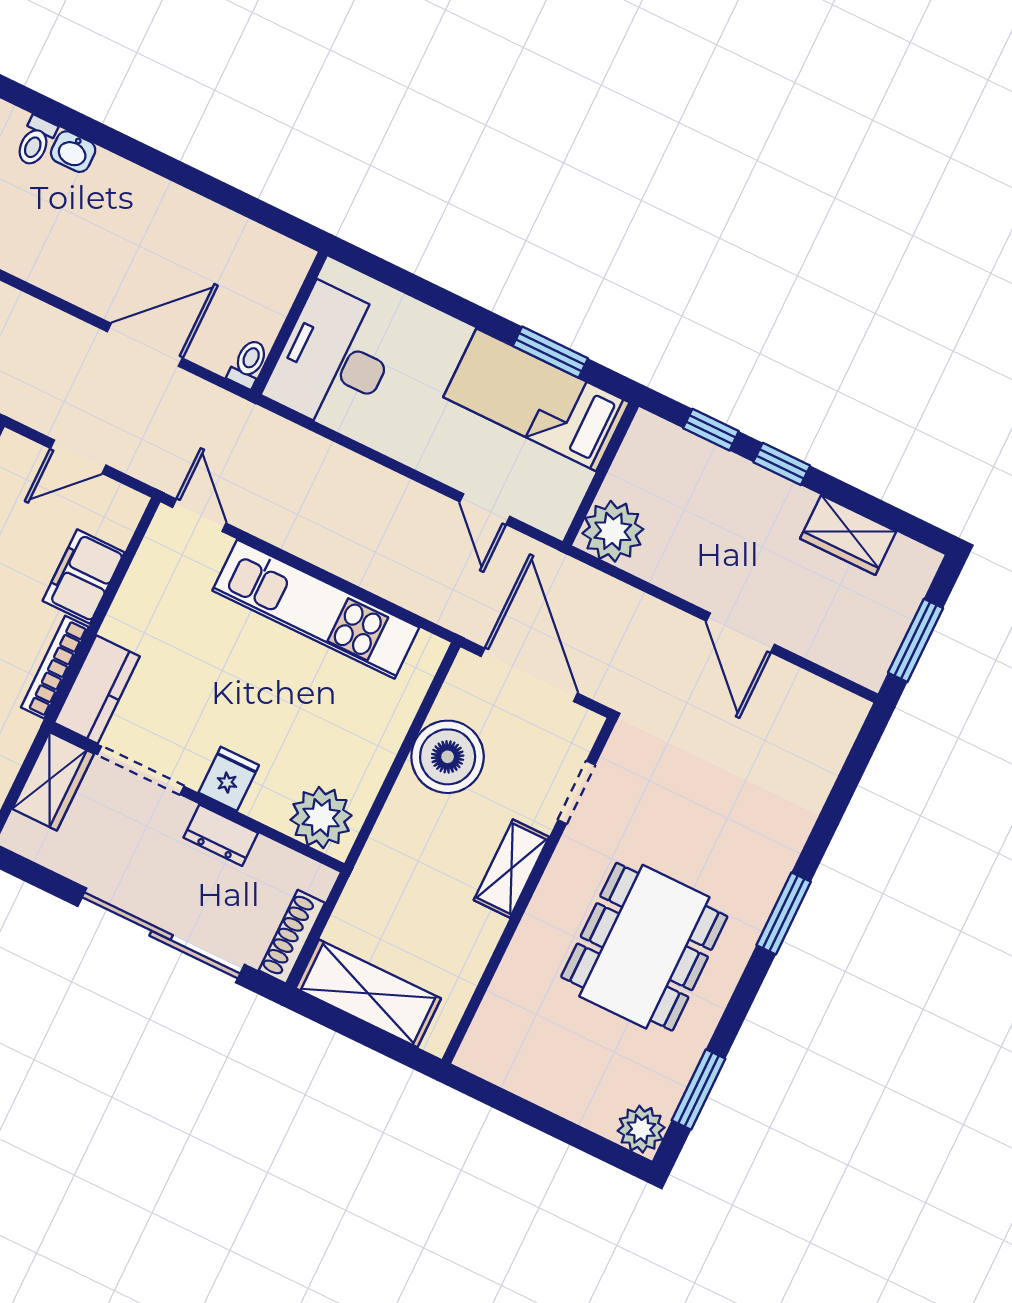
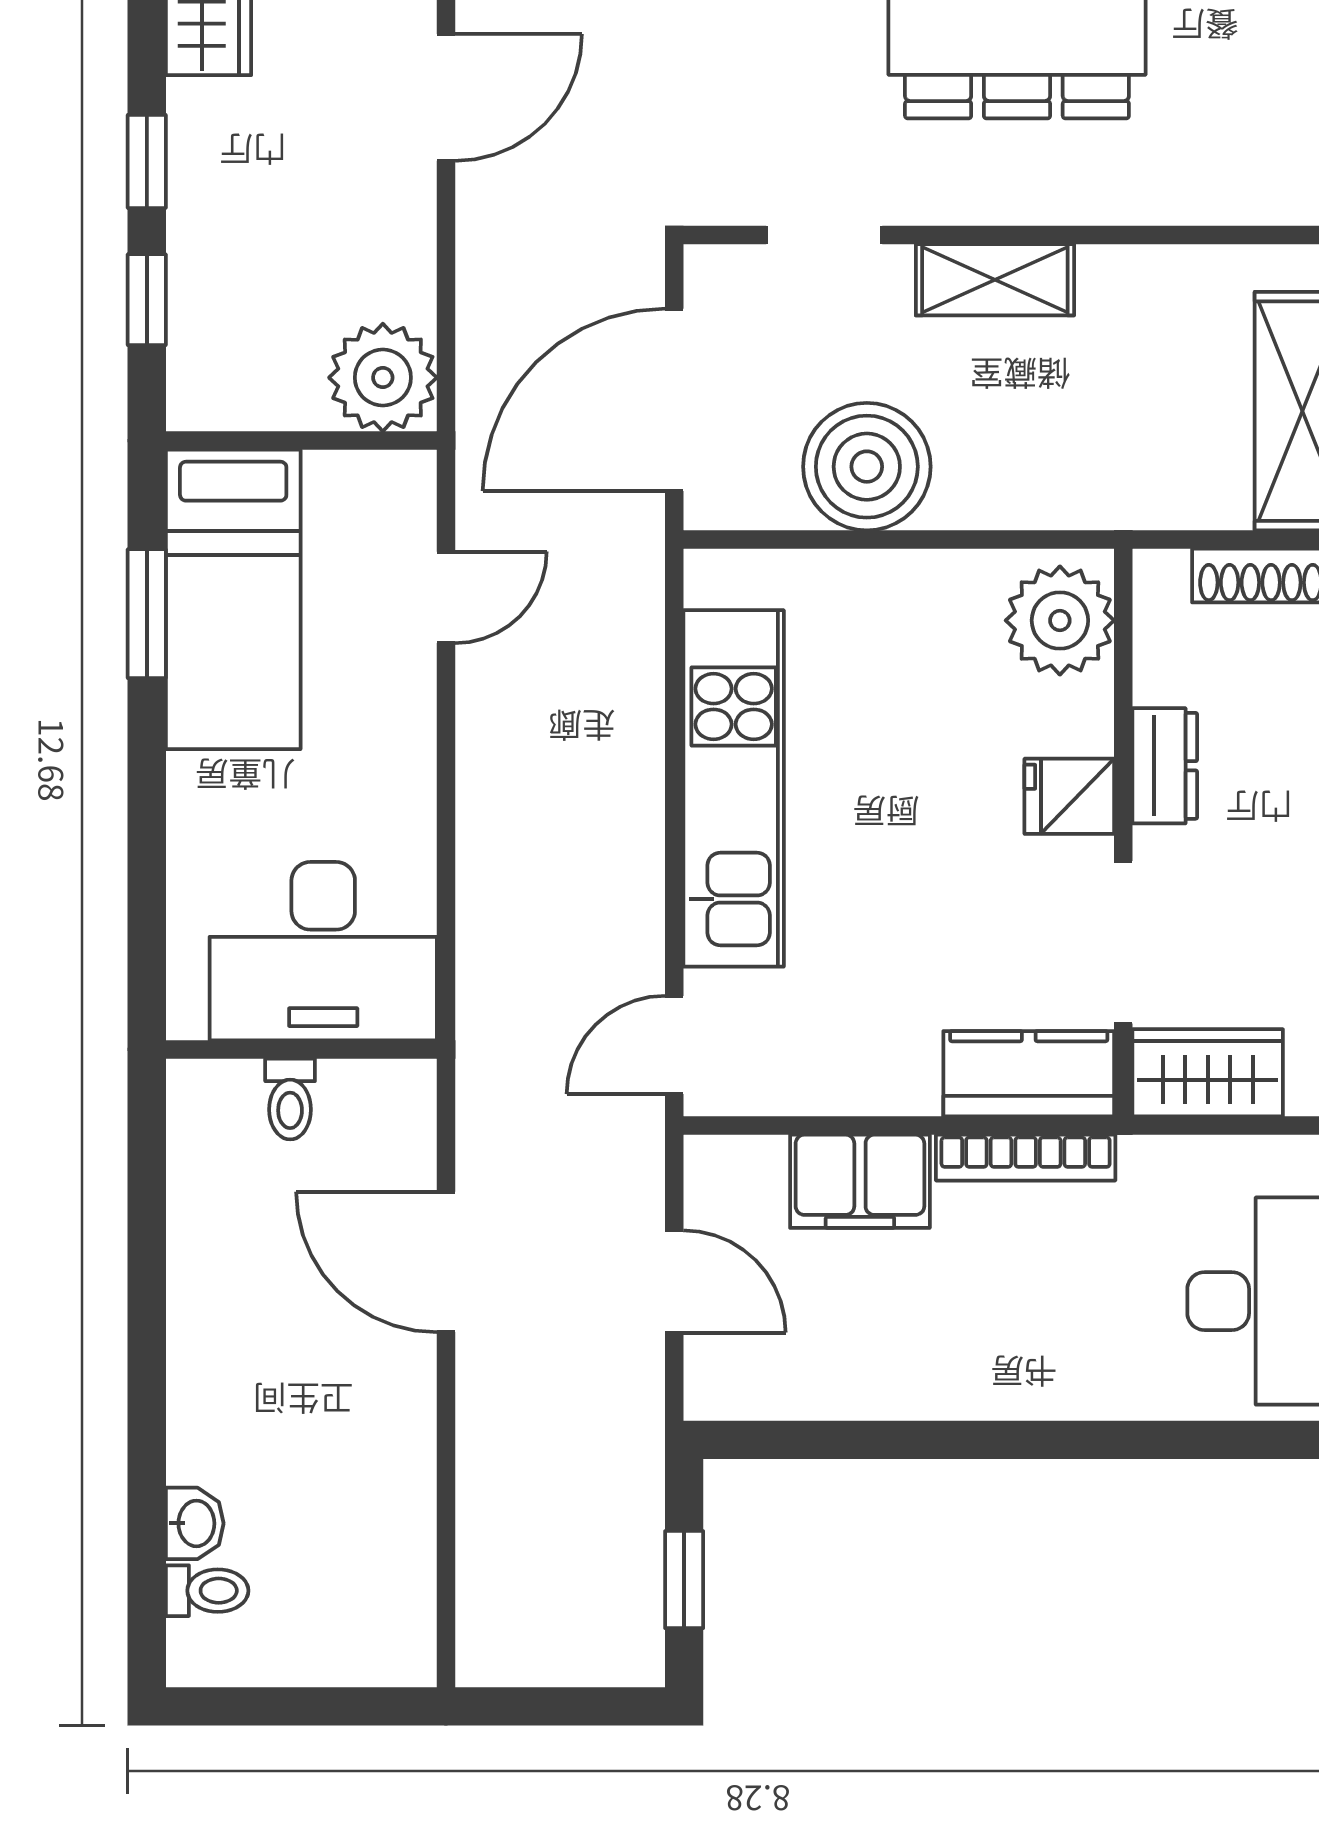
toilet: (248, 364) -> (290, 1099), moved, turned -90

